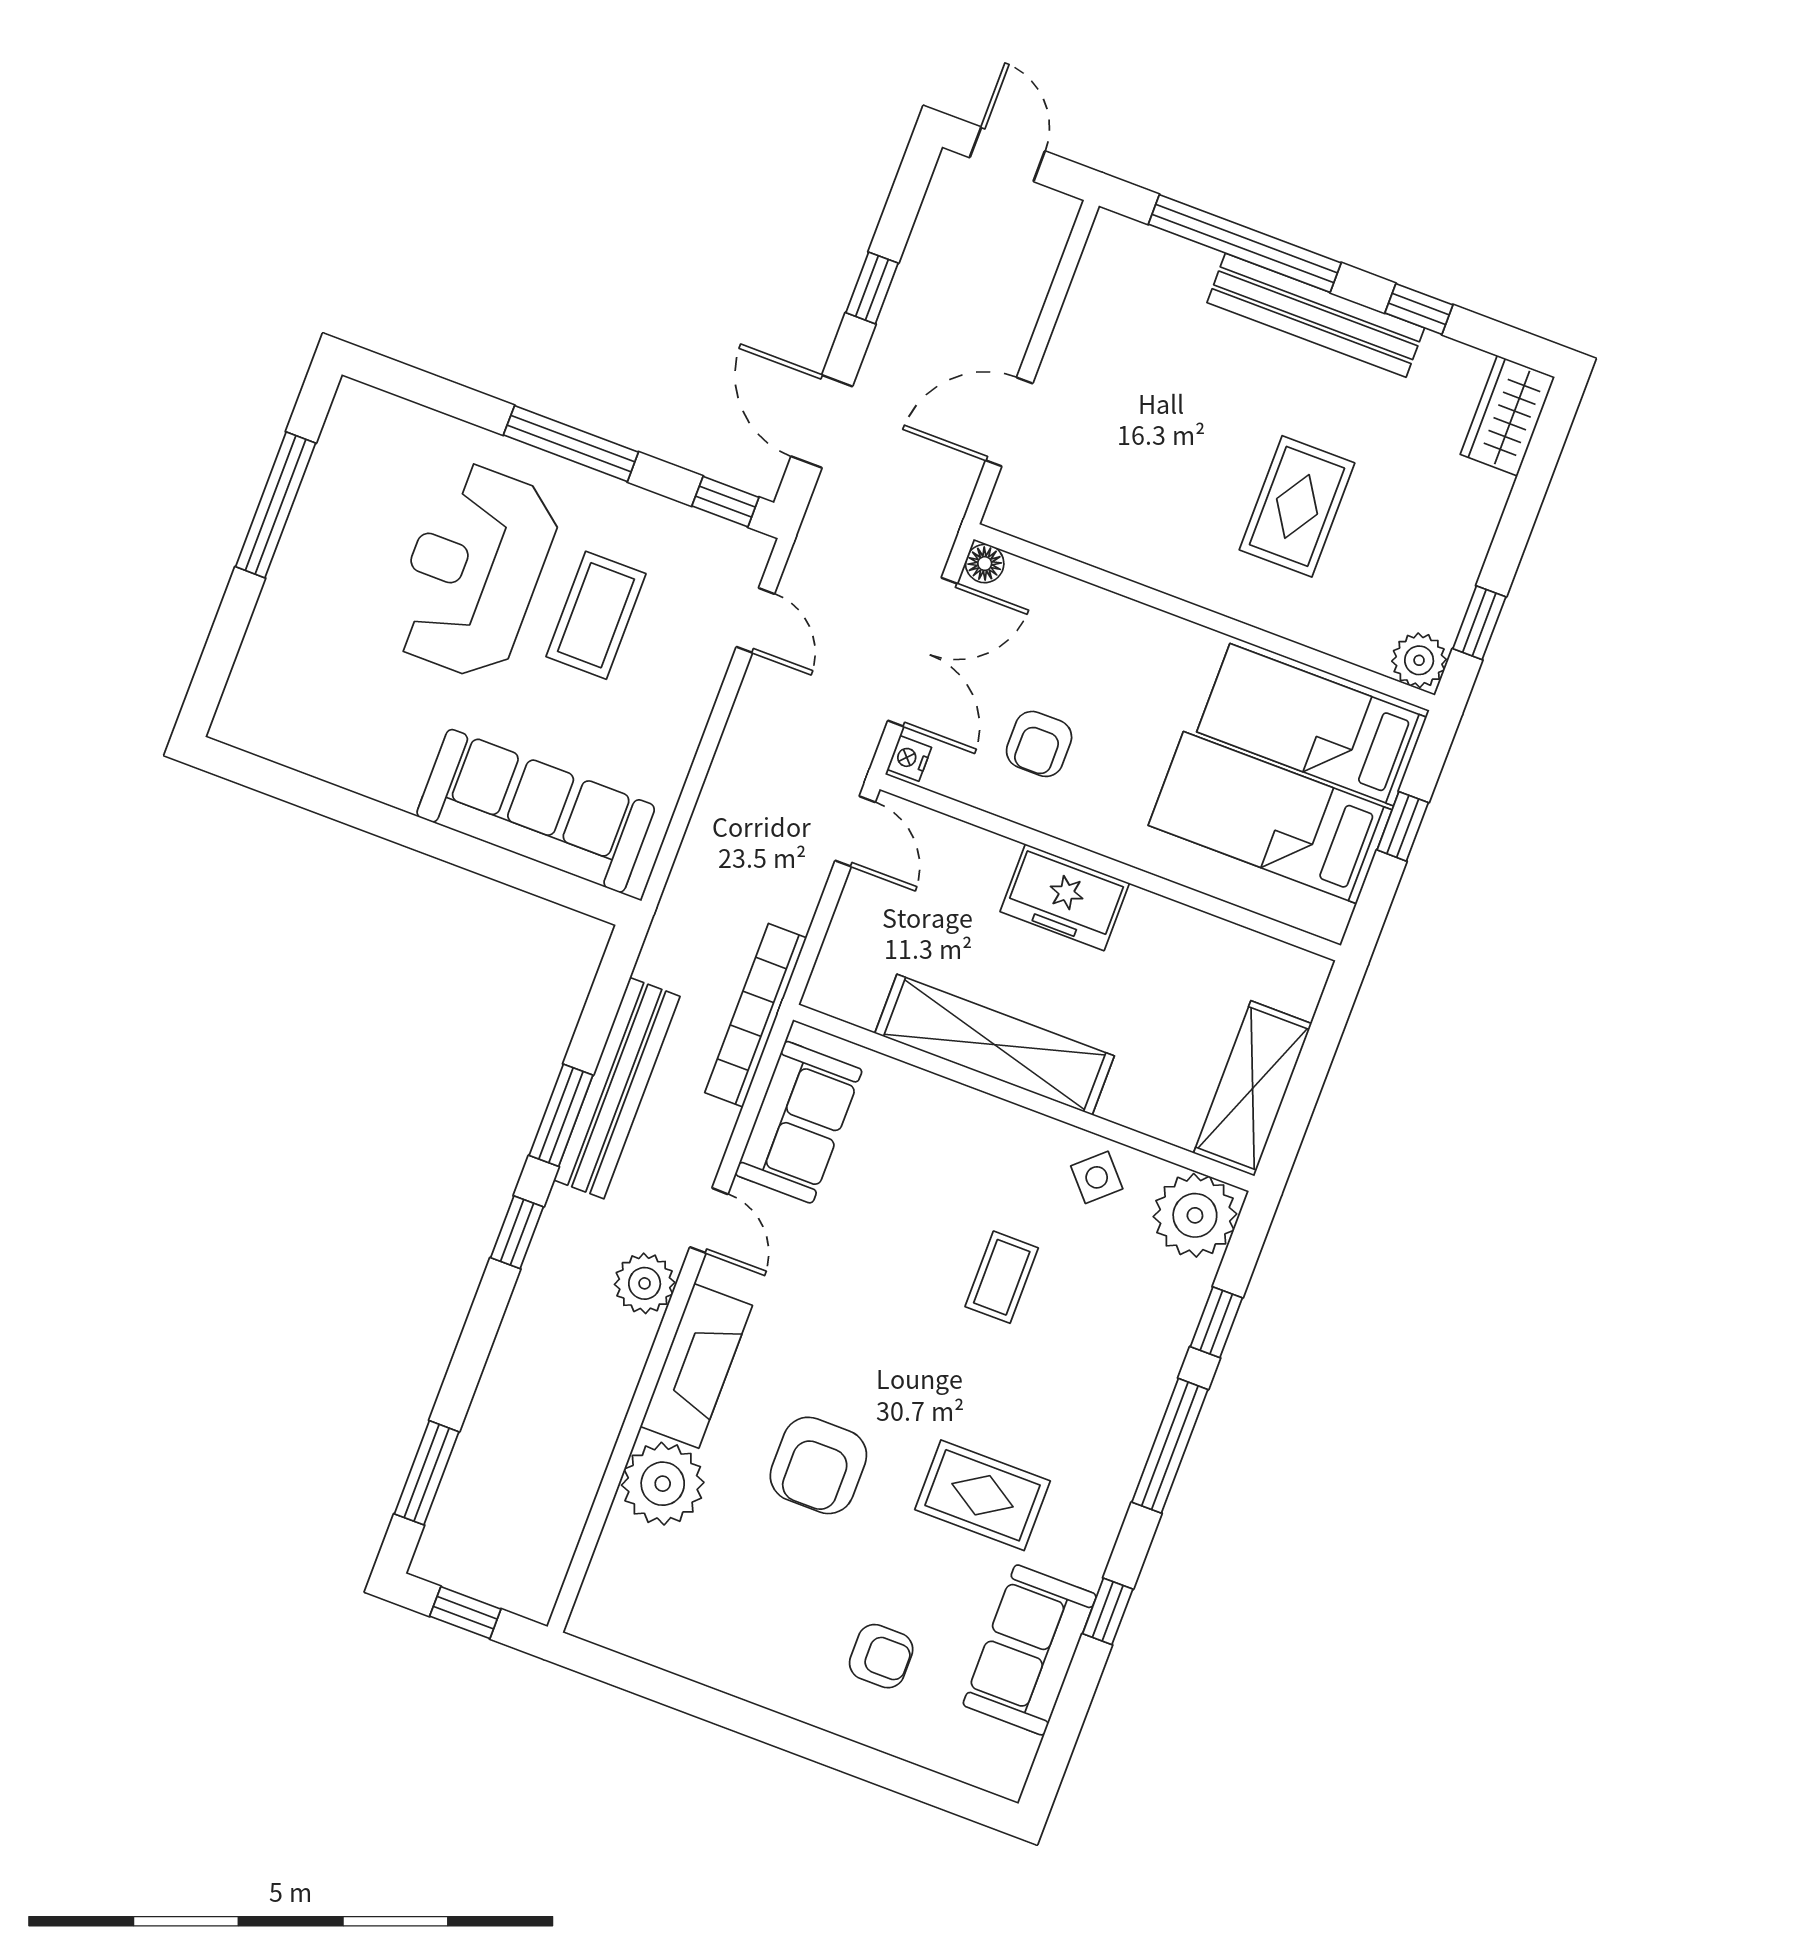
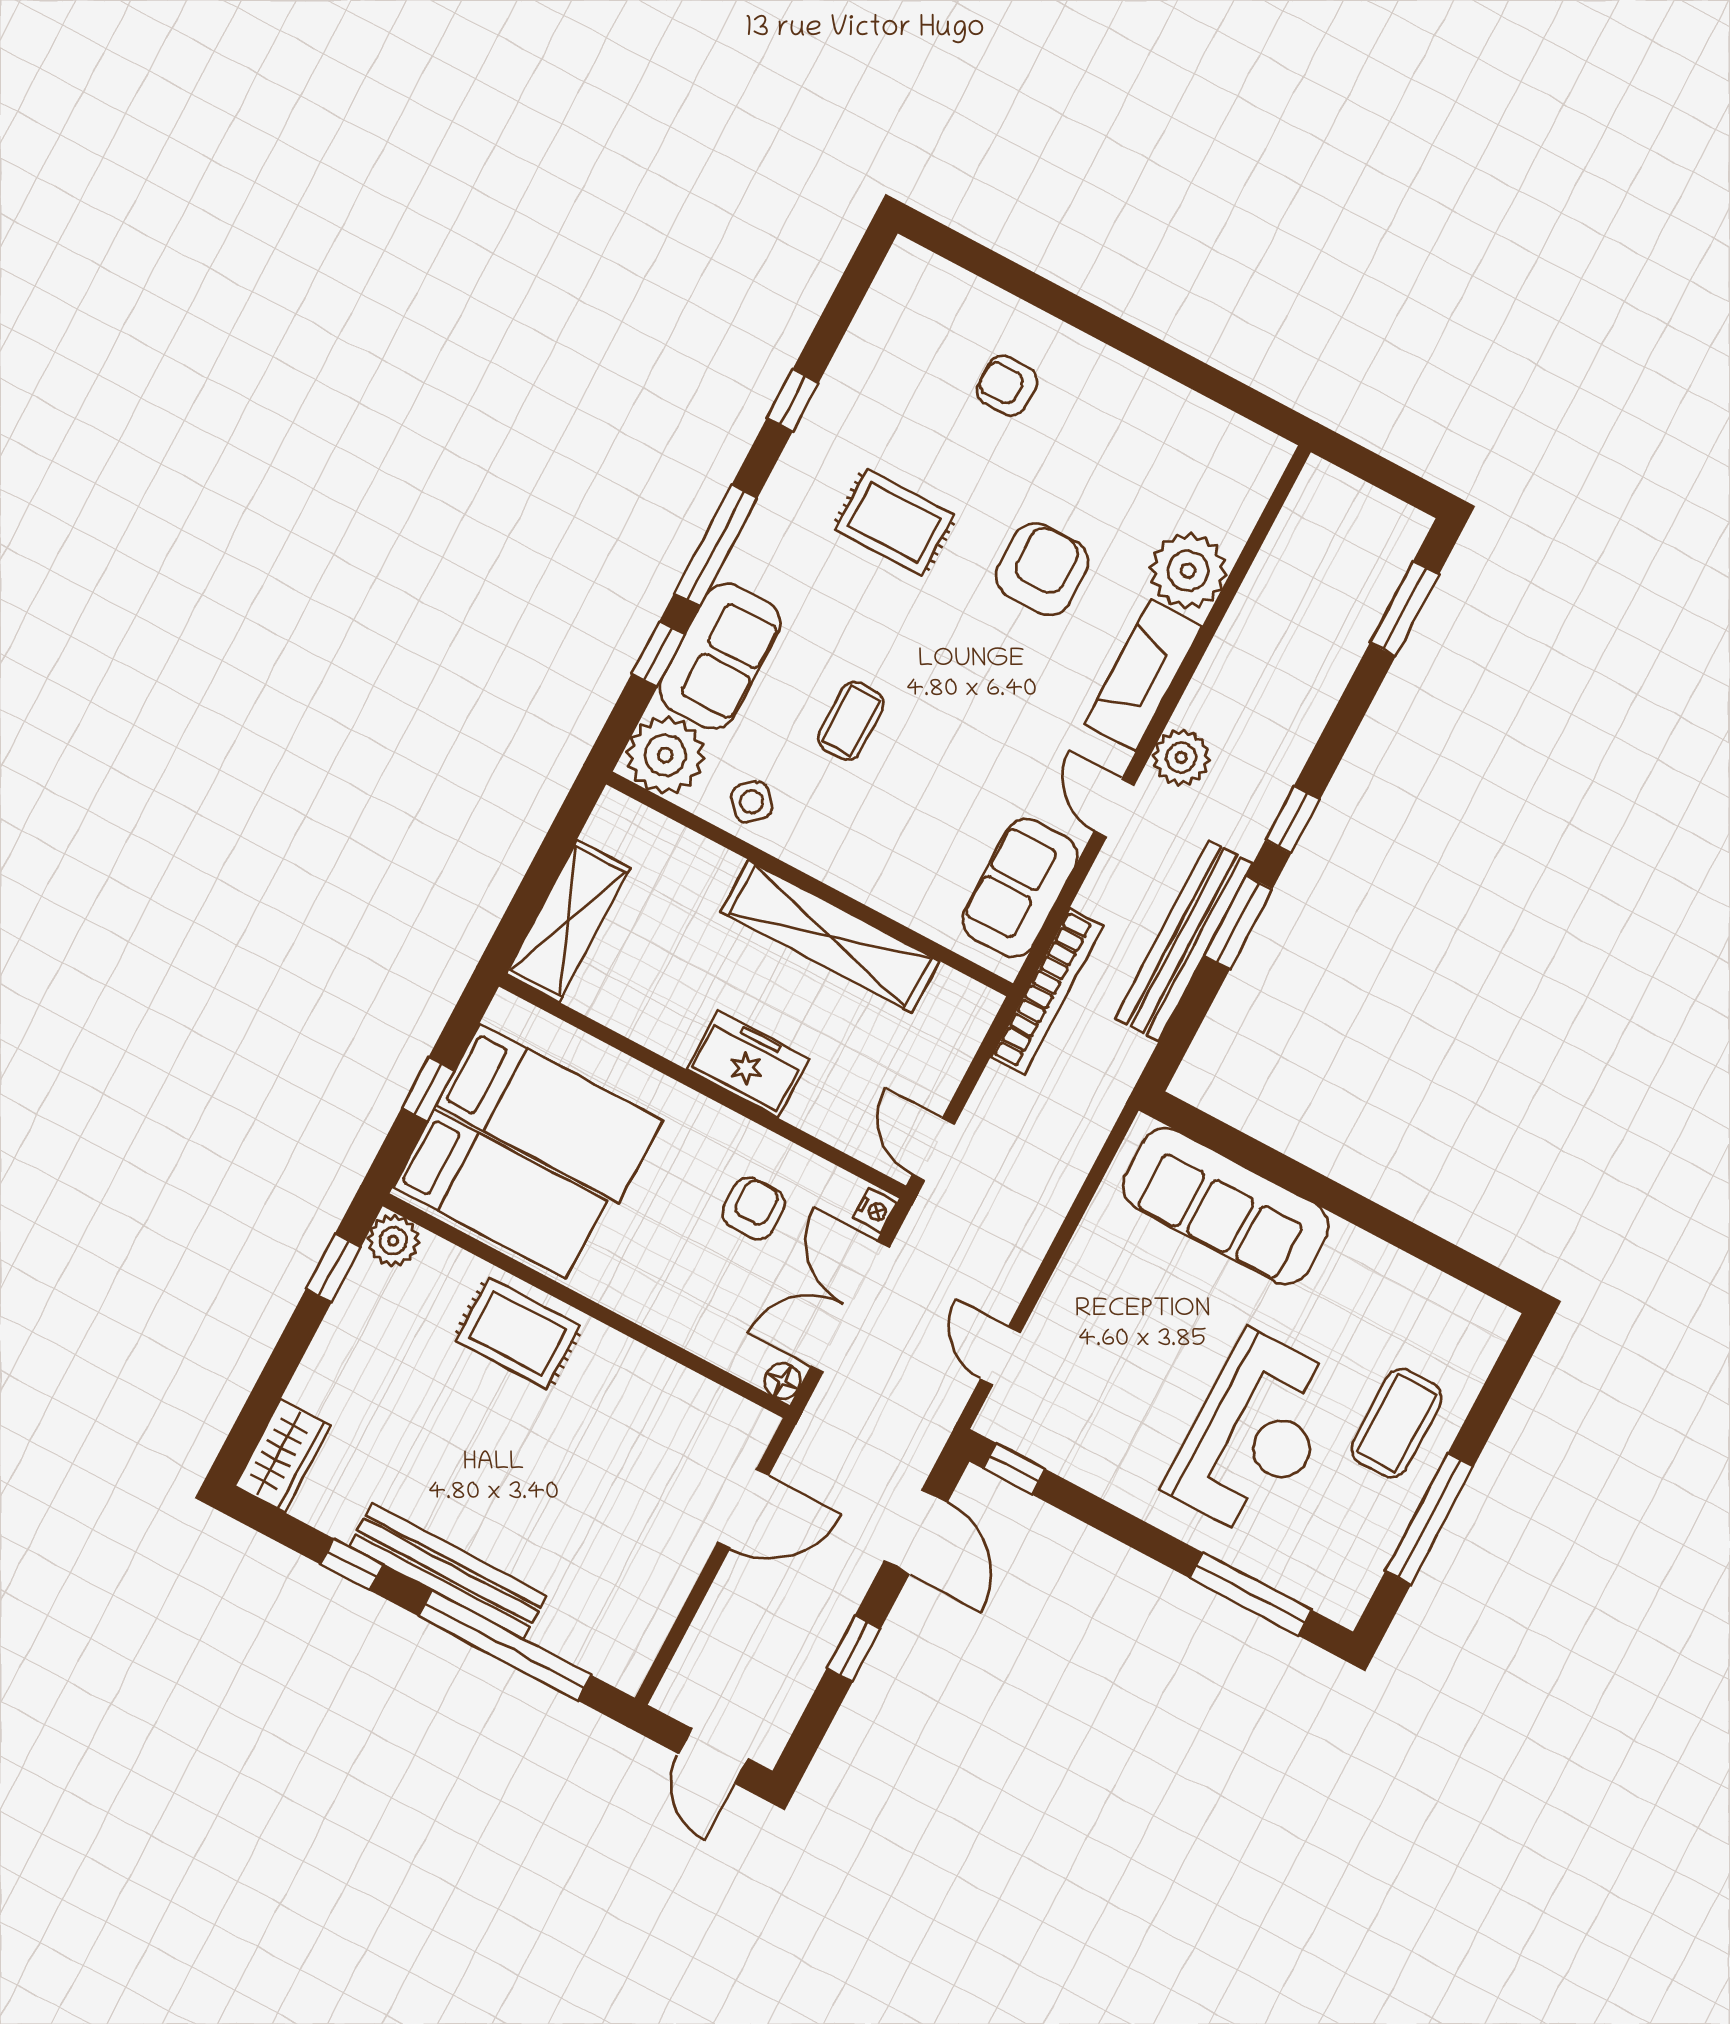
window: (571, 444) -> (1251, 1594), moved
rug: (1297, 506) -> (518, 1333), moved, turned 90
coffee table: (596, 615) -> (1396, 1423), moved
shelving: (1253, 1088) -> (568, 921), moved
window: (465, 1613) -> (1385, 475), removed
sofa: (1030, 1650) -> (720, 656), moved

